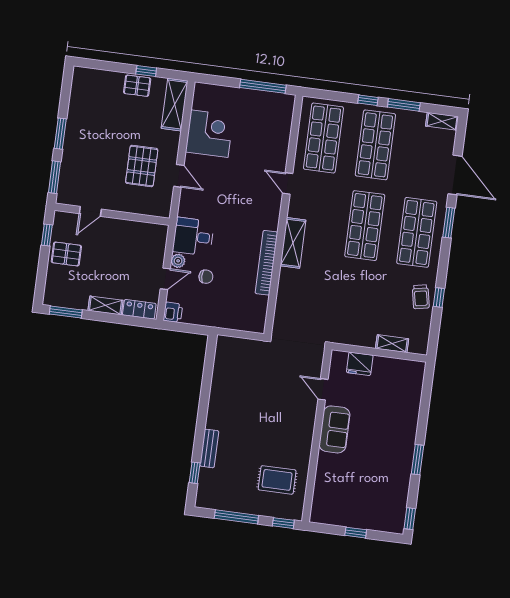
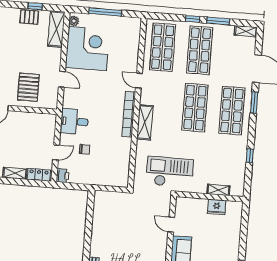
window: (263, 86) -> (105, 12), moved
corner desk: (209, 134) -> (87, 49), width x1.36, depth x1.36
pallet: (142, 166) -> (28, 87), moved
plant: (178, 261) -> (74, 21), moved
bookcase: (266, 263) -> (129, 114), moved
trolley: (421, 297) -> (237, 156), removed
checkout: (324, 315) -> (170, 172), added
fridge: (360, 364) -> (217, 207), moved

